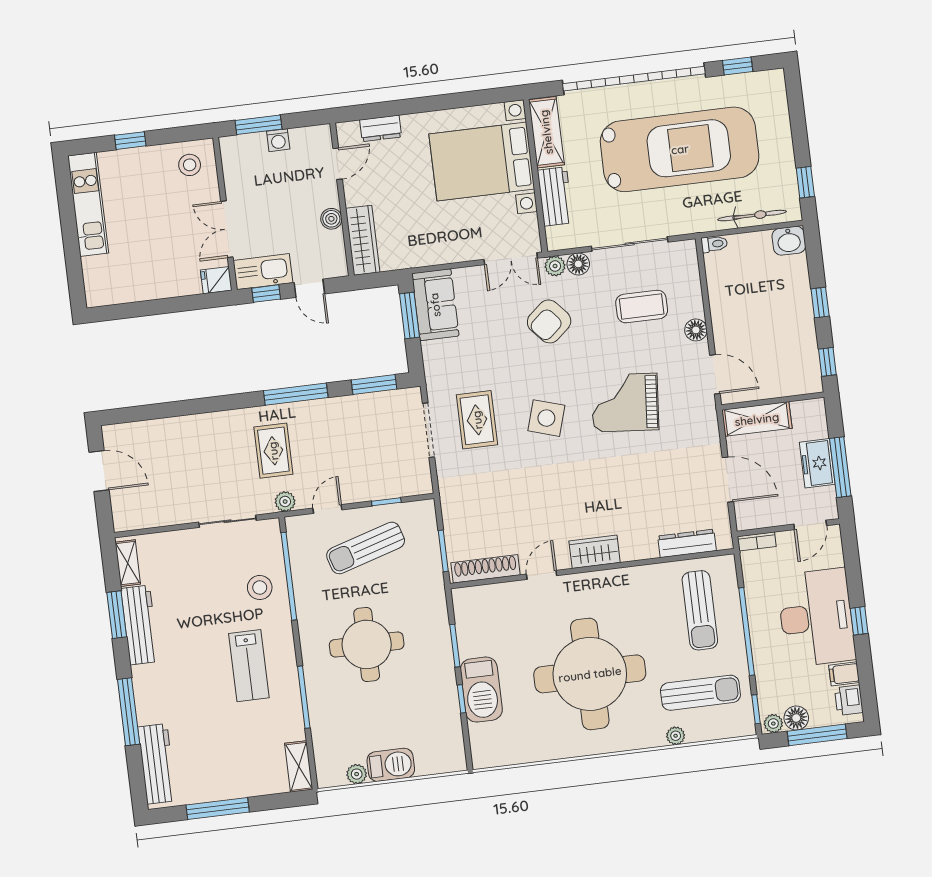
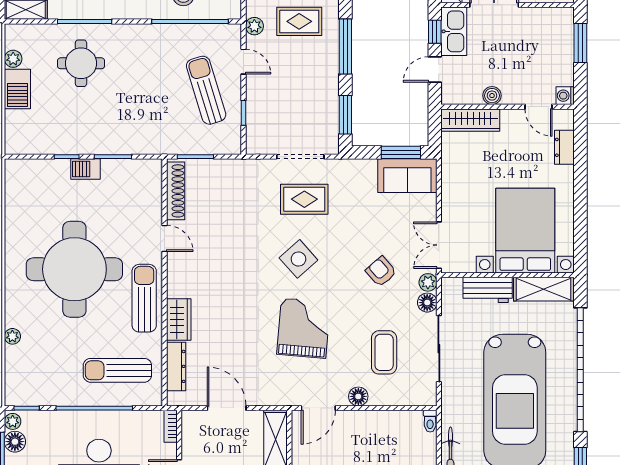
washing machine: (278, 140) -> (565, 96), moved
armchair: (549, 321) -> (381, 271), width x0.72, depth x0.72
side table: (546, 418) -> (298, 259), turned 31
door: (728, 480) -> (227, 408), swing flipped
wardrobe: (595, 552) -> (179, 320), moved
round table: (367, 644) -> (81, 63), moved, width x0.73, depth x0.73
barbecue: (481, 690) -> (85, 169), width x0.53, depth x0.65
sun lounger: (700, 693) -> (144, 298), moved, turned 180

